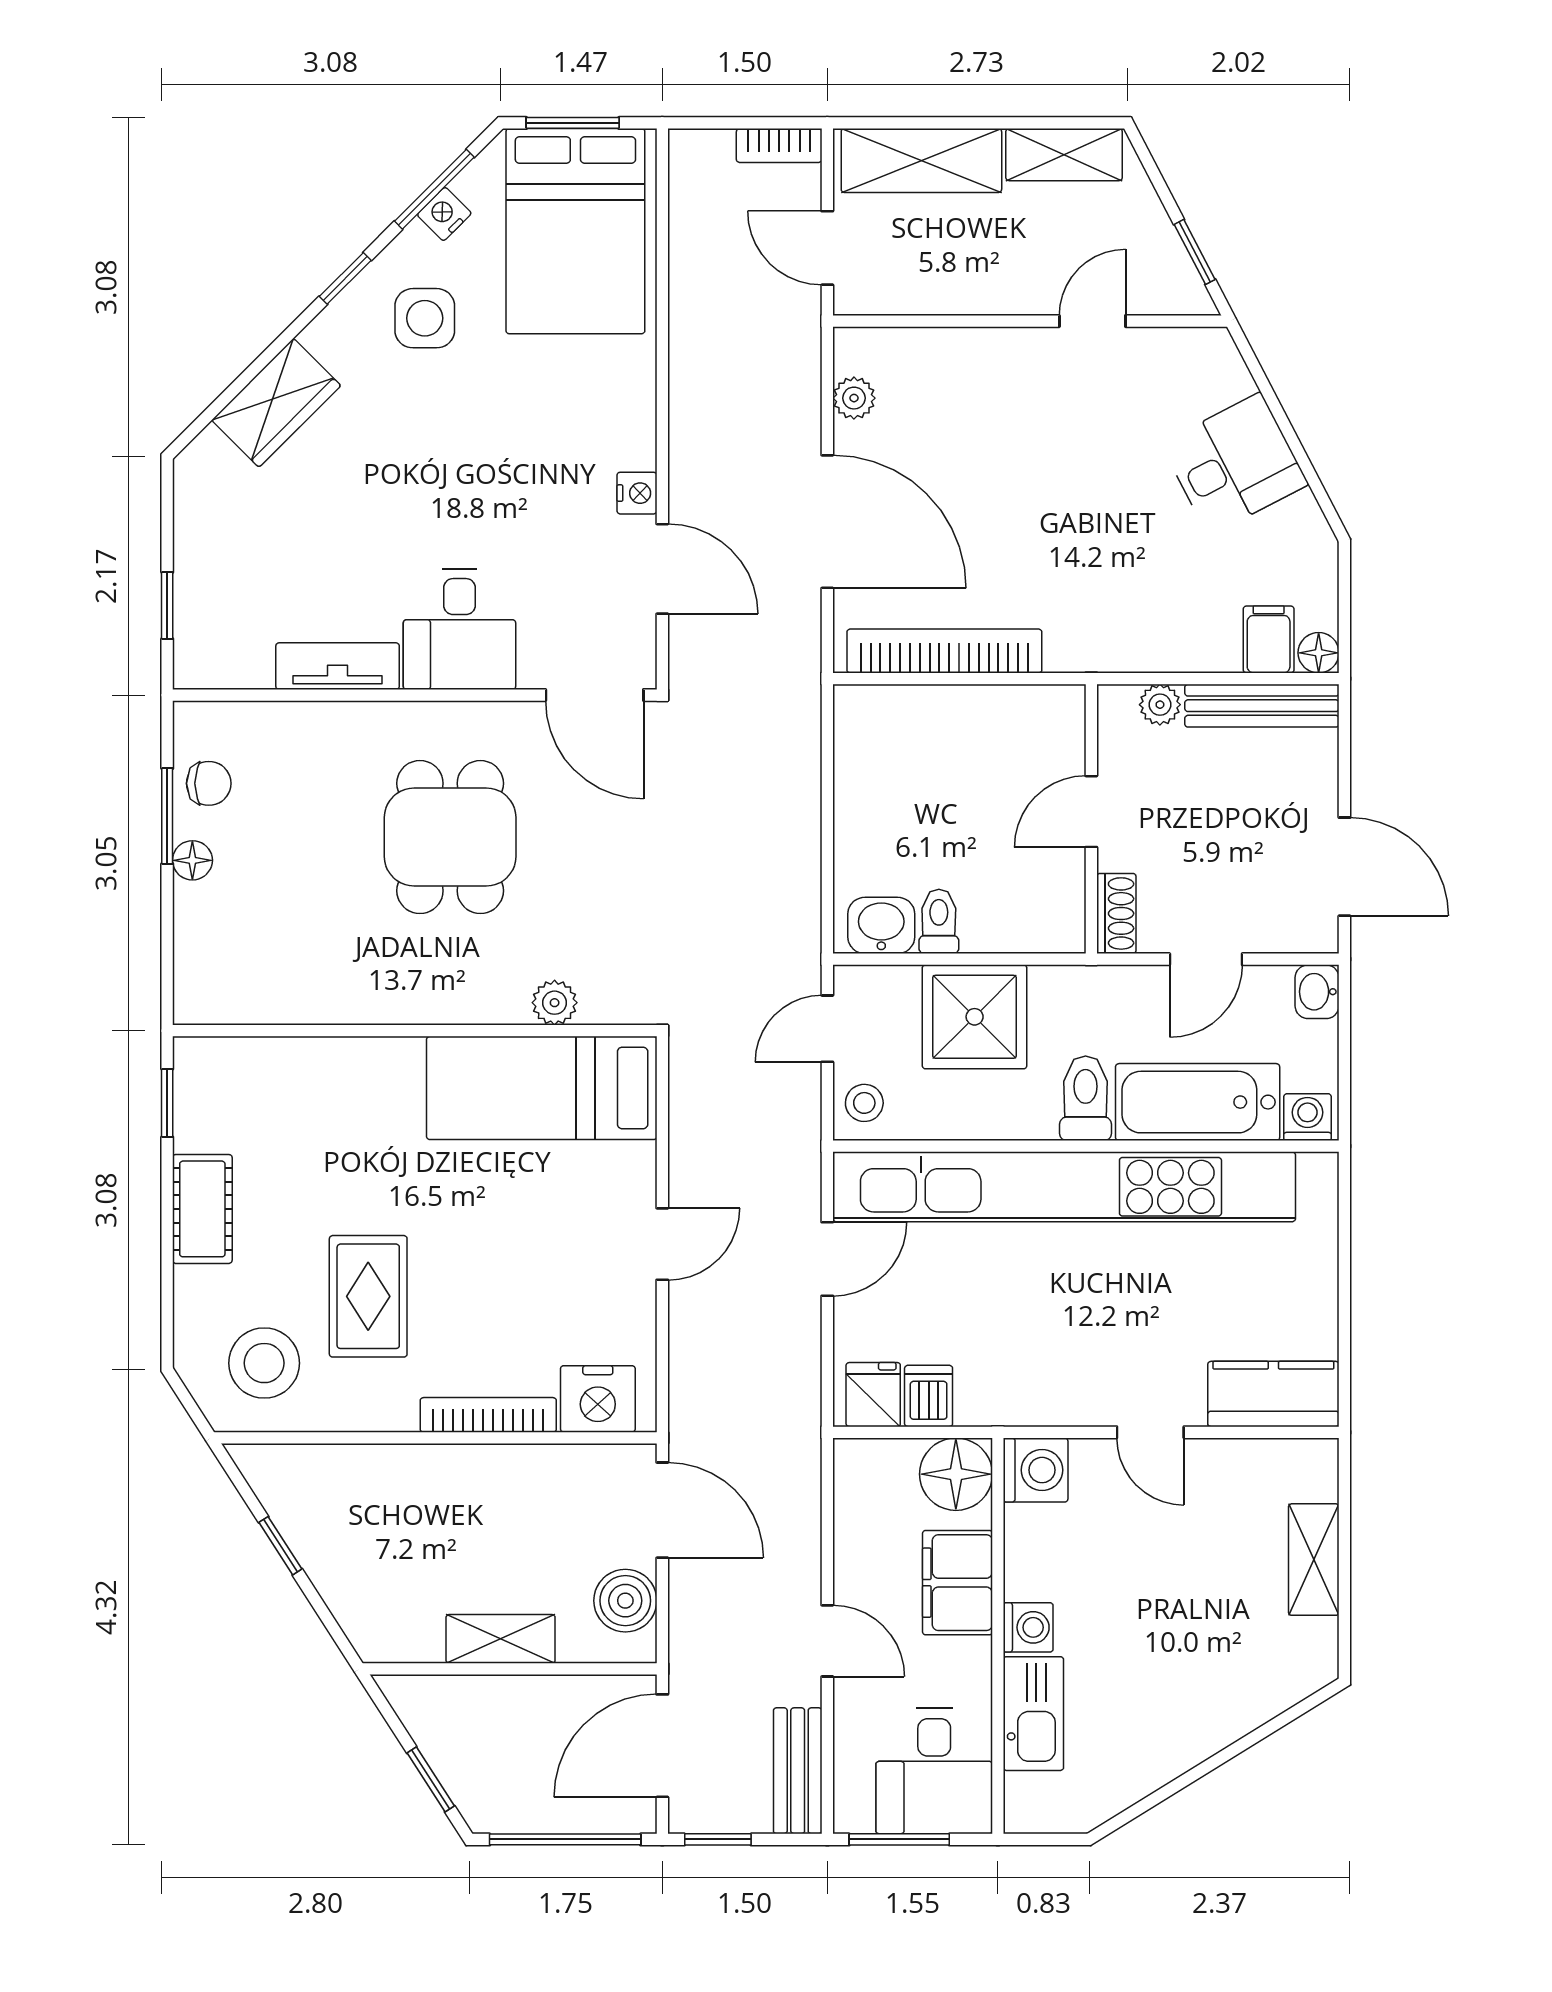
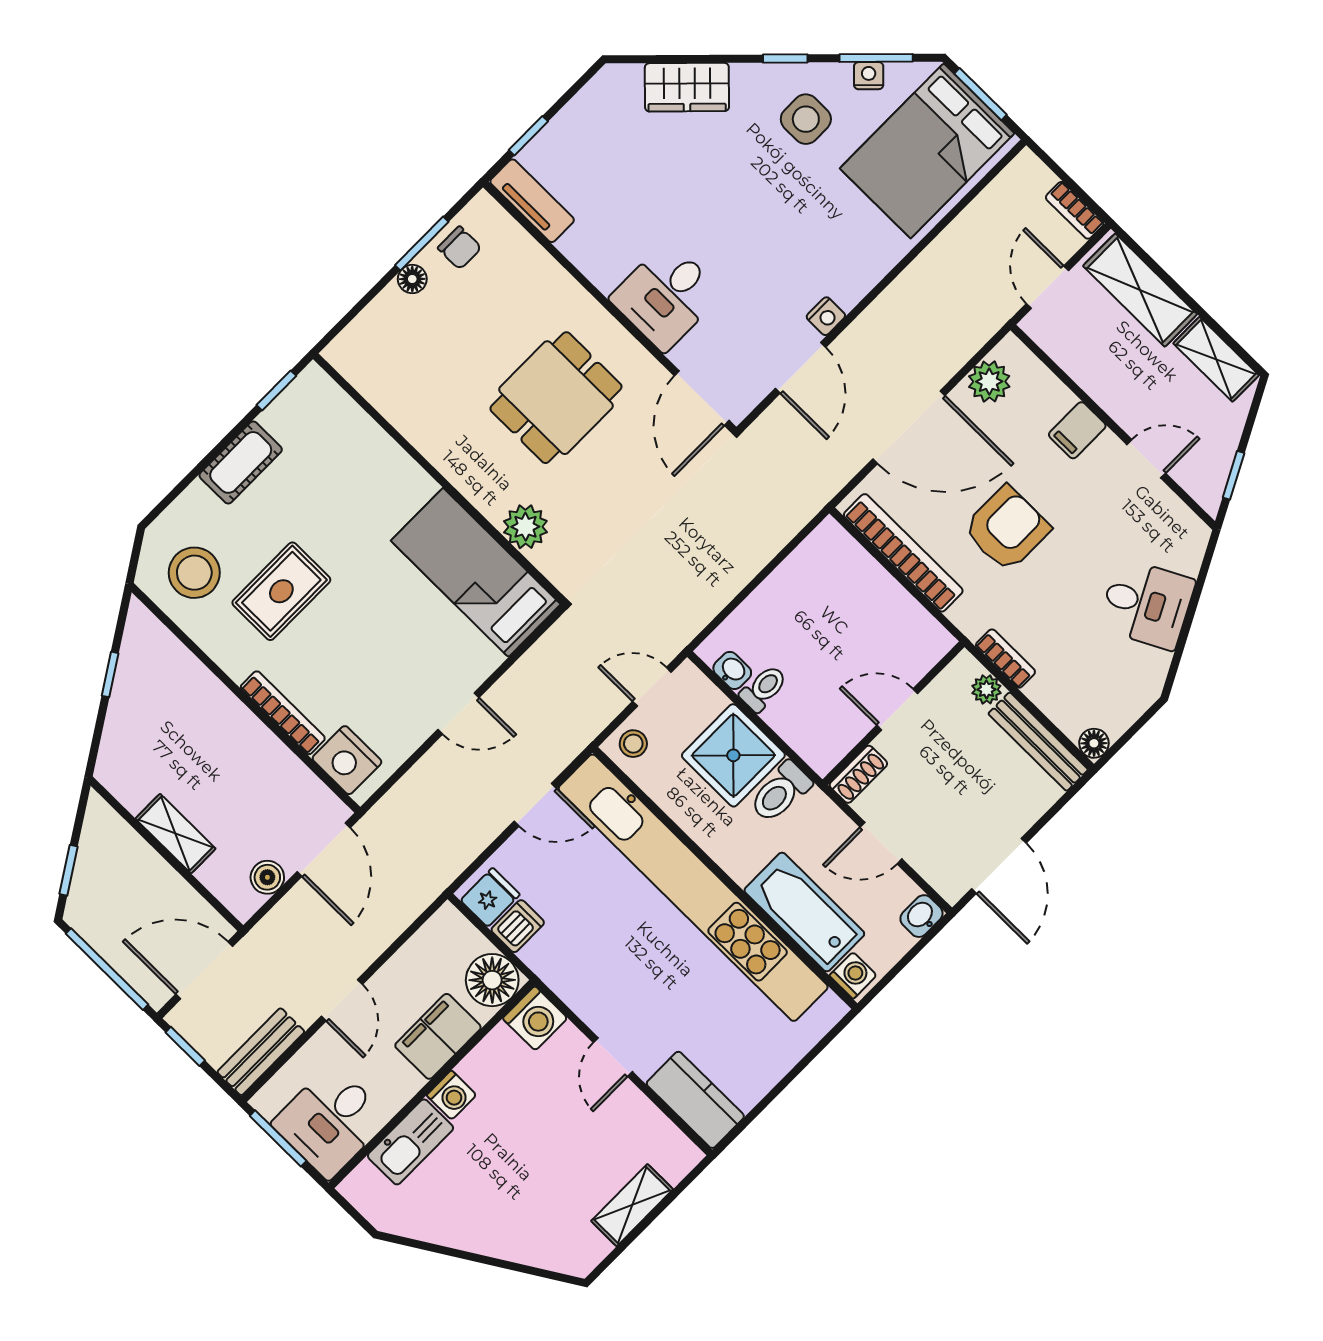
plant: (854, 398) -> (989, 382), width x1.38, depth x1.38
door: (827, 522) -> (909, 427), hinge flipped
armchair: (1023, 526) -> (1007, 529), added
filing cabinet: (1269, 639) -> (1077, 430), moved, turned 180
bookcase: (1148, 656) -> (1005, 659), added
tv unit: (338, 666) -> (532, 201), moved
washbasin: (881, 925) -> (732, 670), width x0.72, depth x0.69
plant: (555, 1003) -> (525, 527), width x1.38, depth x1.38
toilet: (1086, 1098) -> (780, 792), moved, turned 180
boiler: (625, 1601) -> (267, 877), width x0.73, depth x0.73

